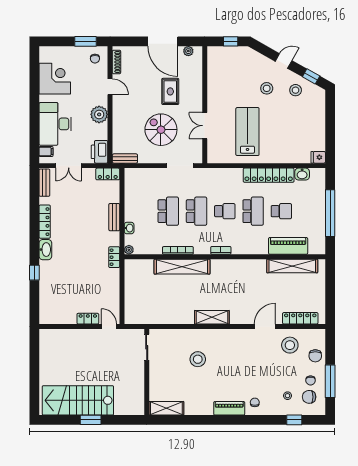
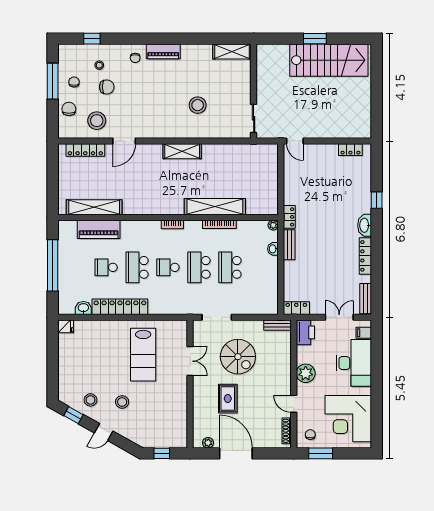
corner desk: (55, 79) -> (348, 419), width x1.36, depth x1.36
bench: (114, 217) -> (289, 245), moved
locker: (88, 319) -> (350, 150), moved
chair: (309, 397) -> (107, 87), moved

